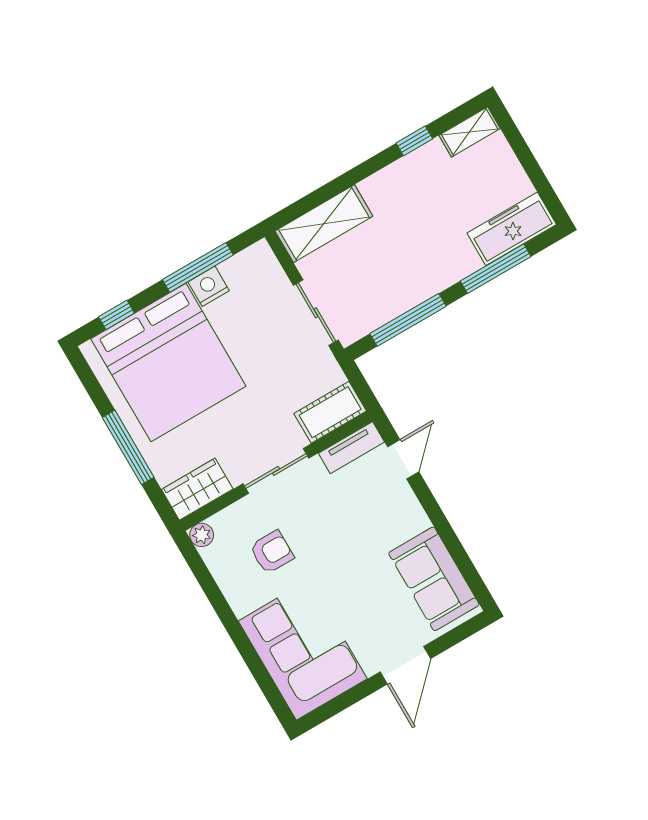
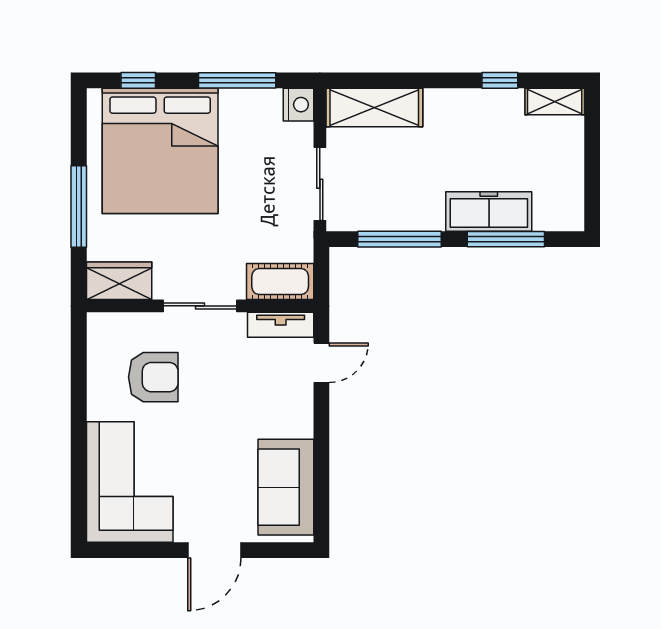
freezer: (512, 229) -> (489, 211), moved
nightstand: (209, 286) -> (299, 105), moved, turned 90
plant: (202, 535) -> (99, 325), removed
armchair: (272, 552) -> (153, 377), width x1.38, depth x1.38

